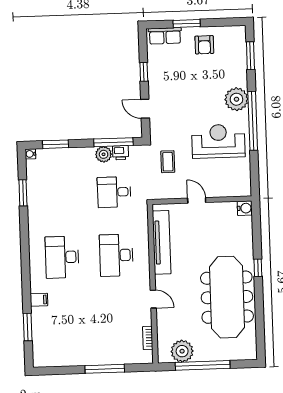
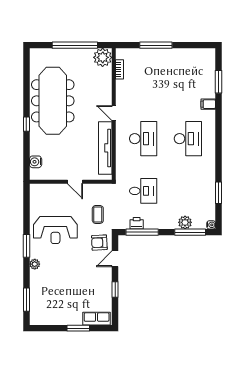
armchair: (204, 45) -> (99, 243), moved, turned -93
plant: (236, 99) -> (35, 264), width x0.53, depth x0.53
door: (145, 109) -> (115, 259), swing flipped
window: (253, 121) -> (26, 246), width x0.47
window: (56, 144) -> (190, 232), width x1.44
plant: (104, 154) -> (185, 222), moved
water cooler: (245, 208) -> (36, 162), moved
door: (153, 299) -> (114, 113), moved
plant: (182, 351) -> (103, 57), moved

